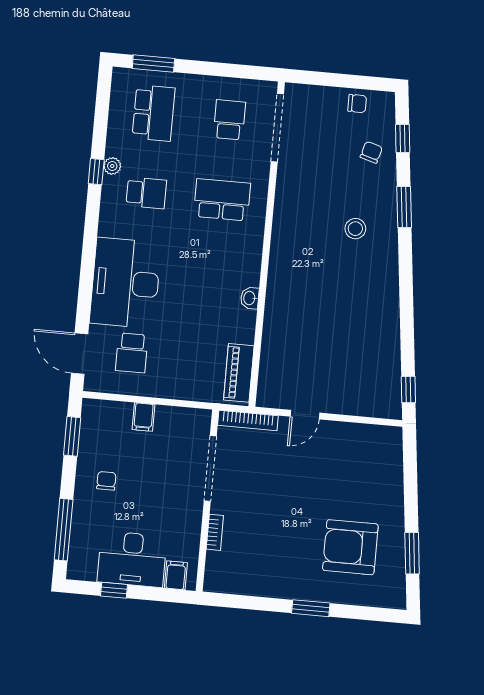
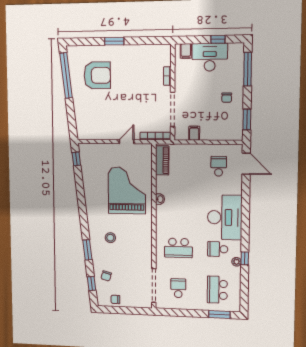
school desk: (229, 120) -> (178, 288), turned 180
desk: (125, 283) -> (225, 217), moved
grand piano: (313, 320) -> (127, 190), added
filing cabinet: (143, 417) -> (194, 133), moved
window: (412, 553) -> (66, 75), width x2.11

